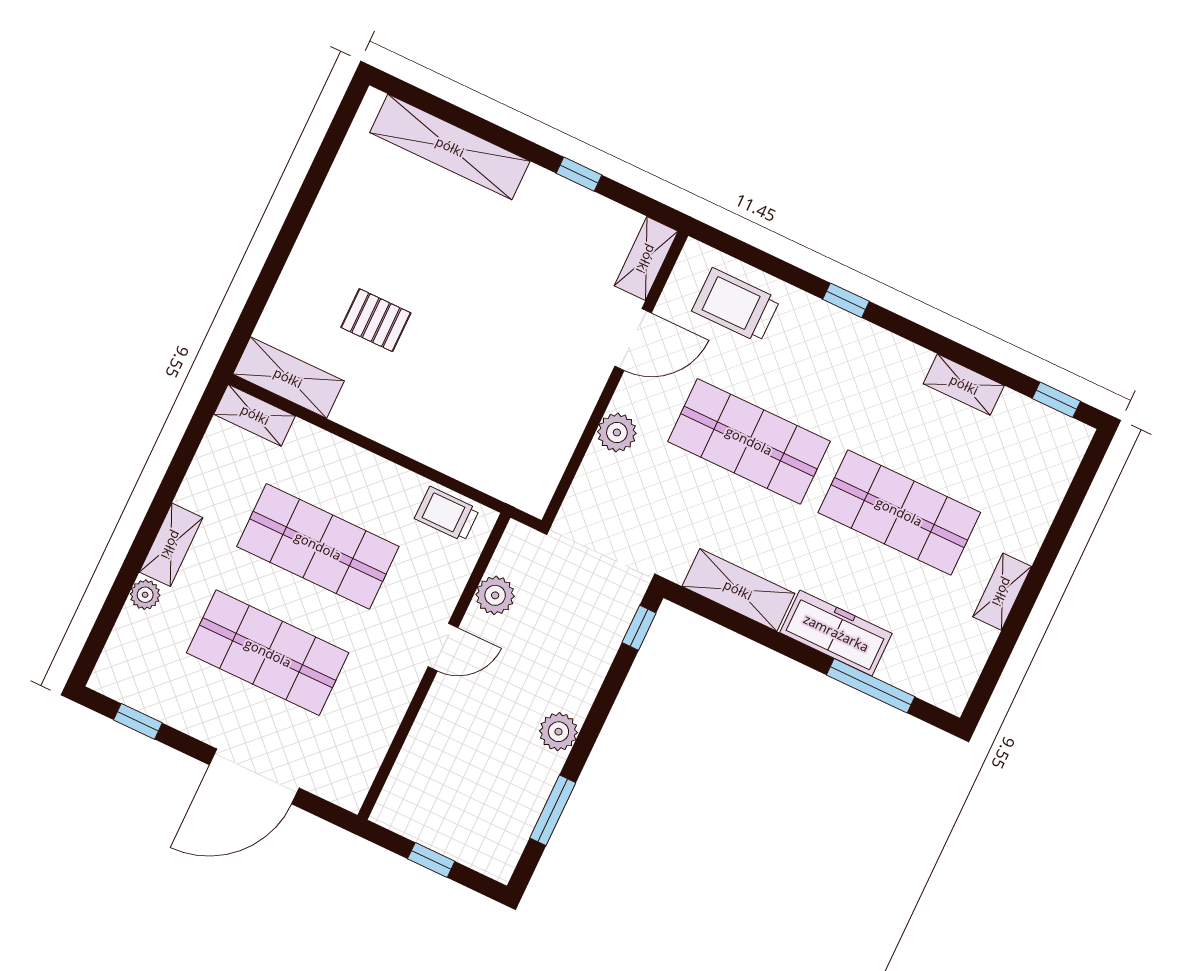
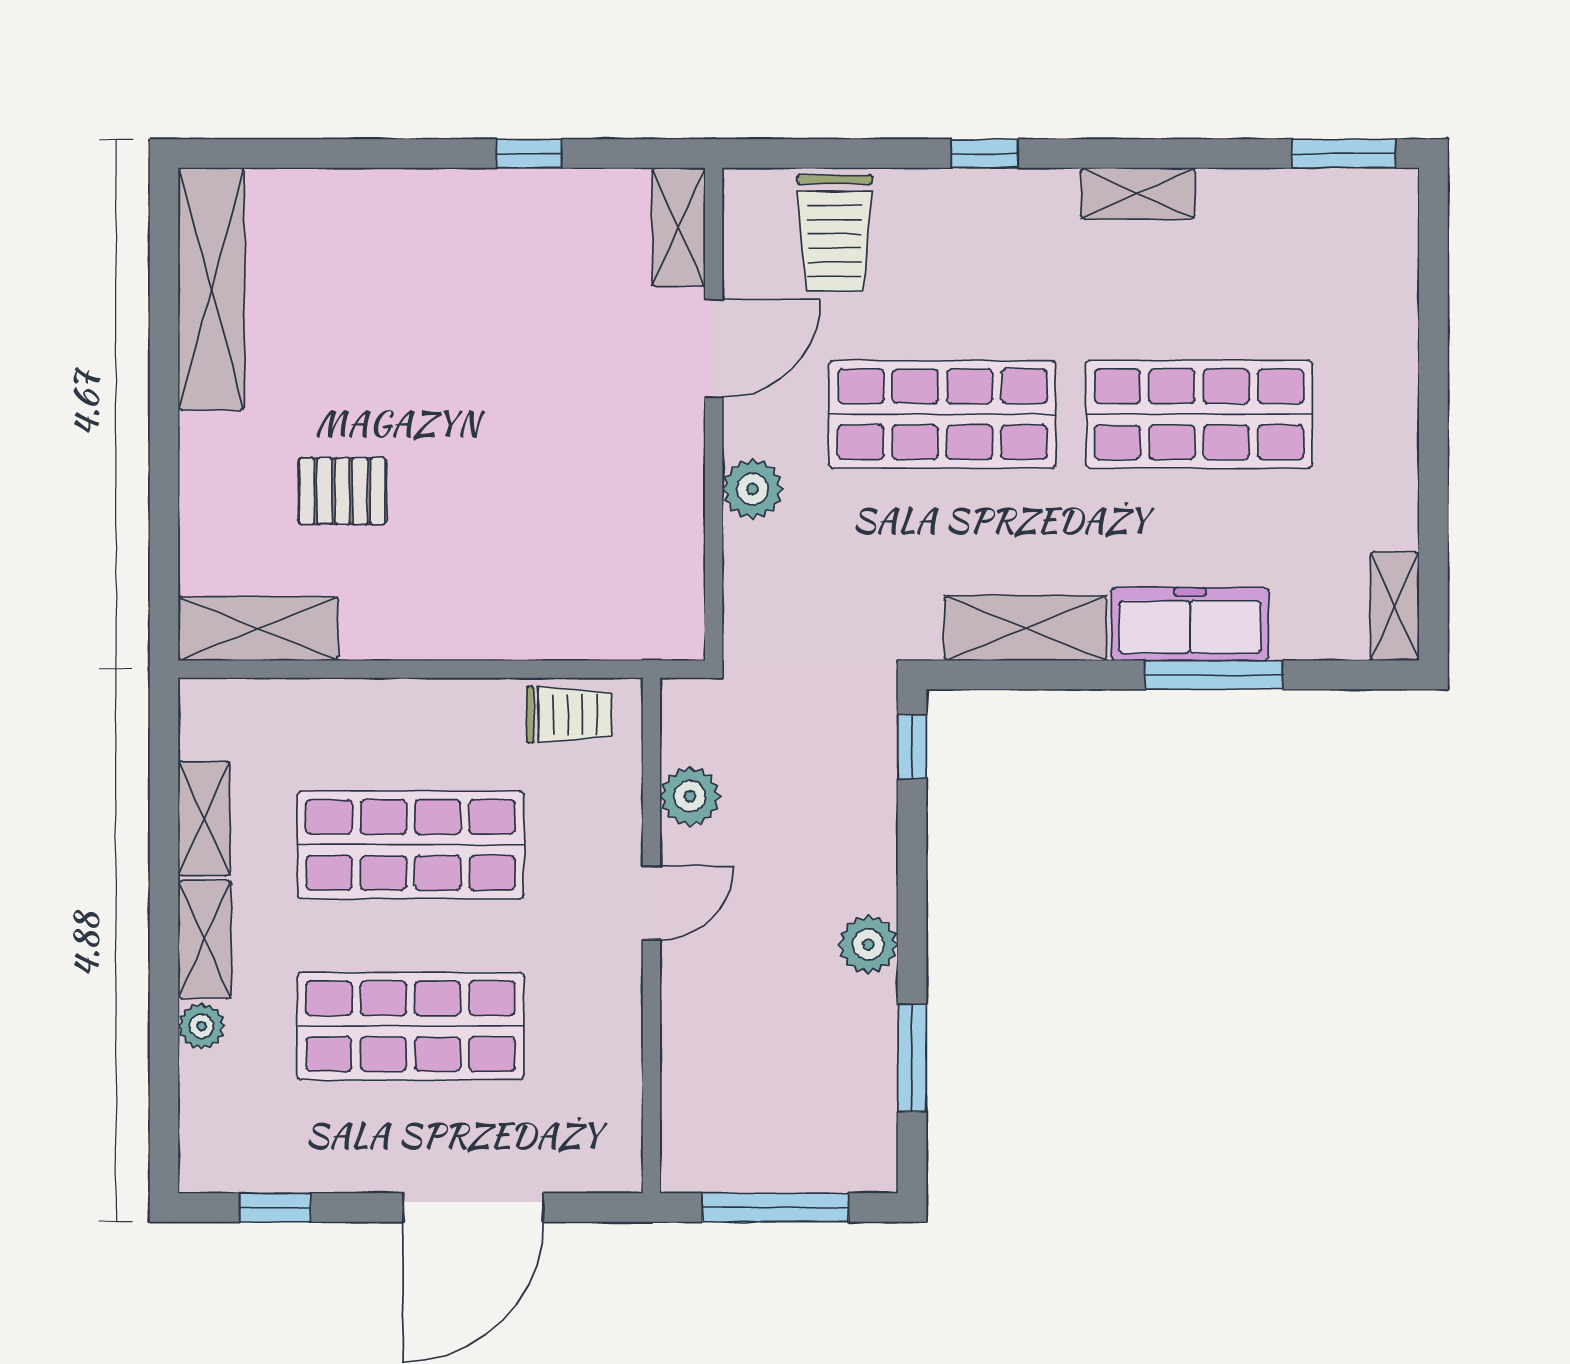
shelving: (450, 147) -> (211, 289), moved, turned 90
trolley: (736, 305) -> (835, 233), turned -90
shelving: (964, 385) -> (1138, 193), moved
window: (1056, 400) -> (1344, 154), width x1.50
shelving: (255, 415) -> (204, 819), moved, turned 90
trolley: (447, 514) -> (569, 715), turned 180
shelving: (1002, 592) -> (1395, 606), moved
window: (871, 686) -> (1214, 675), moved
window: (431, 860) -> (775, 1208), width x2.17

